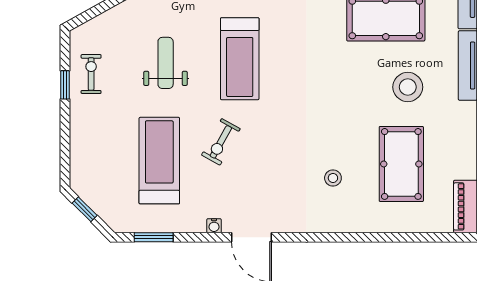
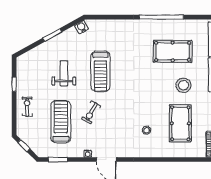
exercise bike: (91, 74) -> (27, 107), moved

